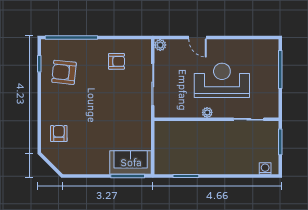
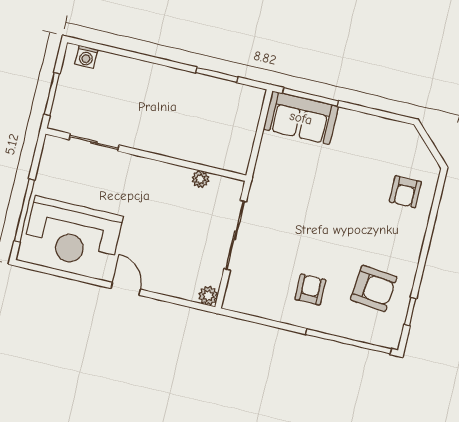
door: (197, 38) -> (126, 289), moved
armchair: (116, 61) -> (310, 289), moved, turned 90
reception desk: (222, 80) -> (73, 234), moved
plant: (207, 112) -> (200, 179), moved

